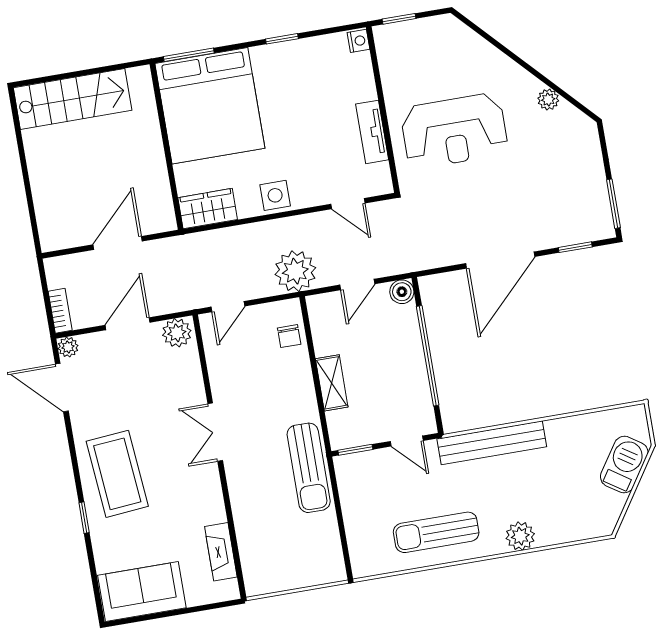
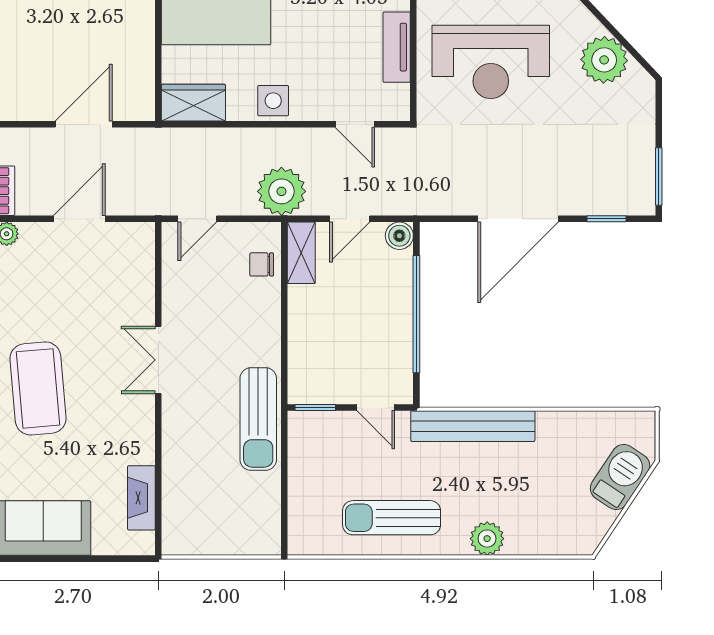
plant: (548, 99) -> (604, 60), width x1.88, depth x1.88
plant: (177, 333) -> (134, 239), removed
chair: (289, 336) -> (262, 264), turned 90
shelving: (332, 383) -> (301, 253), moved

